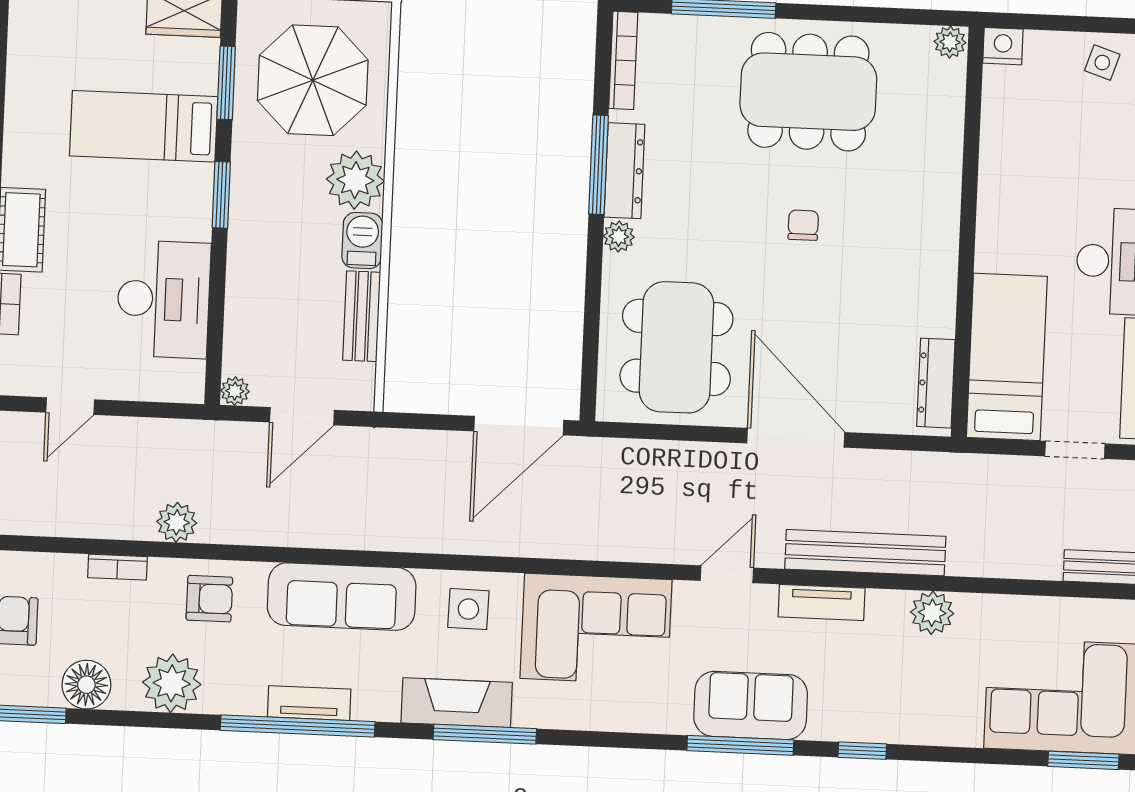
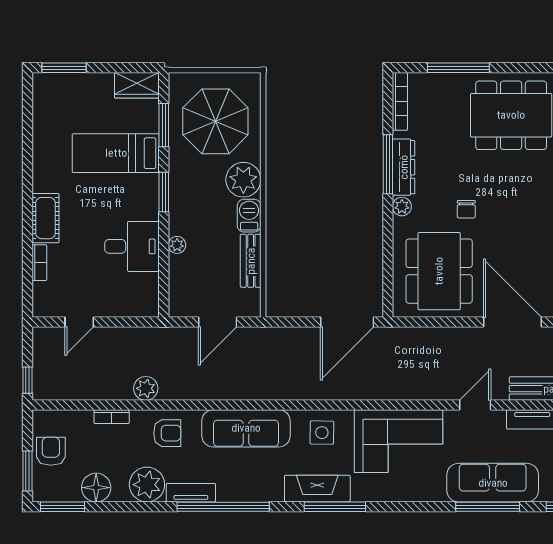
chair: (803, 225) -> (466, 209), moved, turned 180
desk: (163, 299) -> (132, 246), width x0.73
plant: (235, 391) -> (177, 245), moved
tv unit: (309, 703) -> (191, 493), moved
sofa: (751, 705) -> (493, 483), width x1.36

